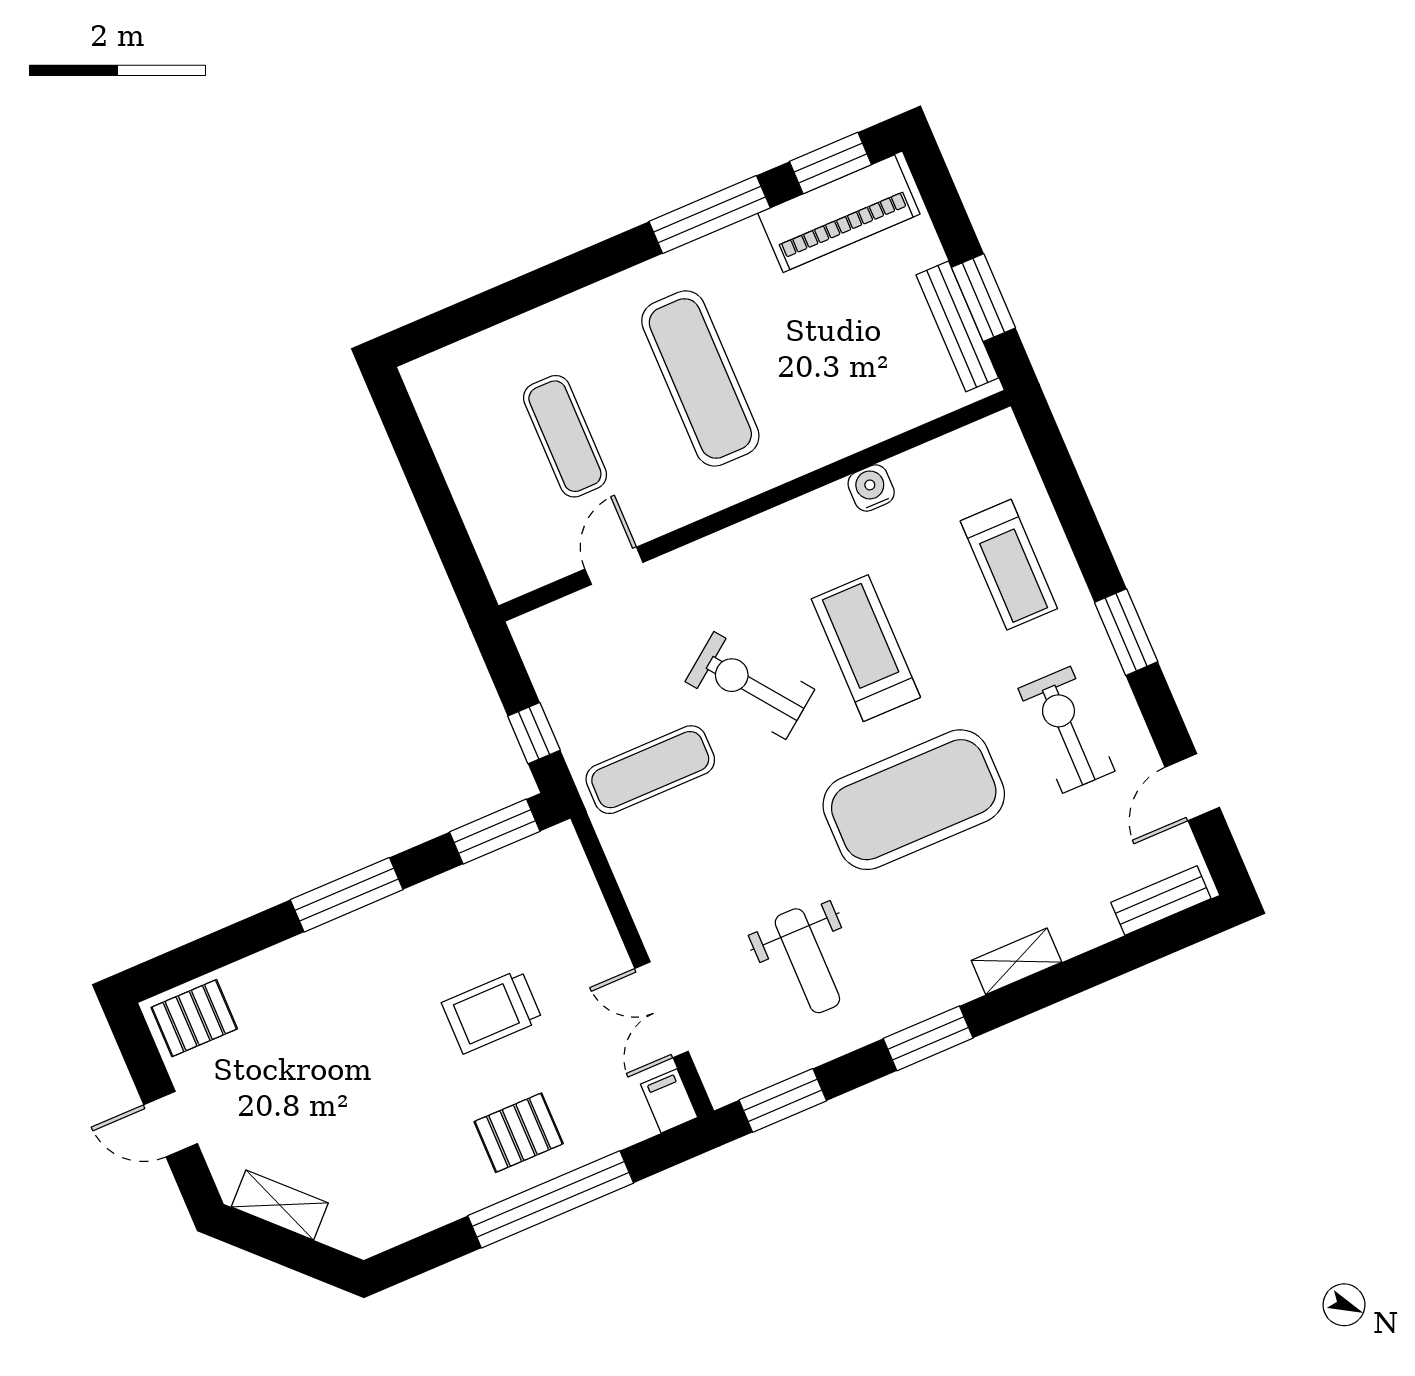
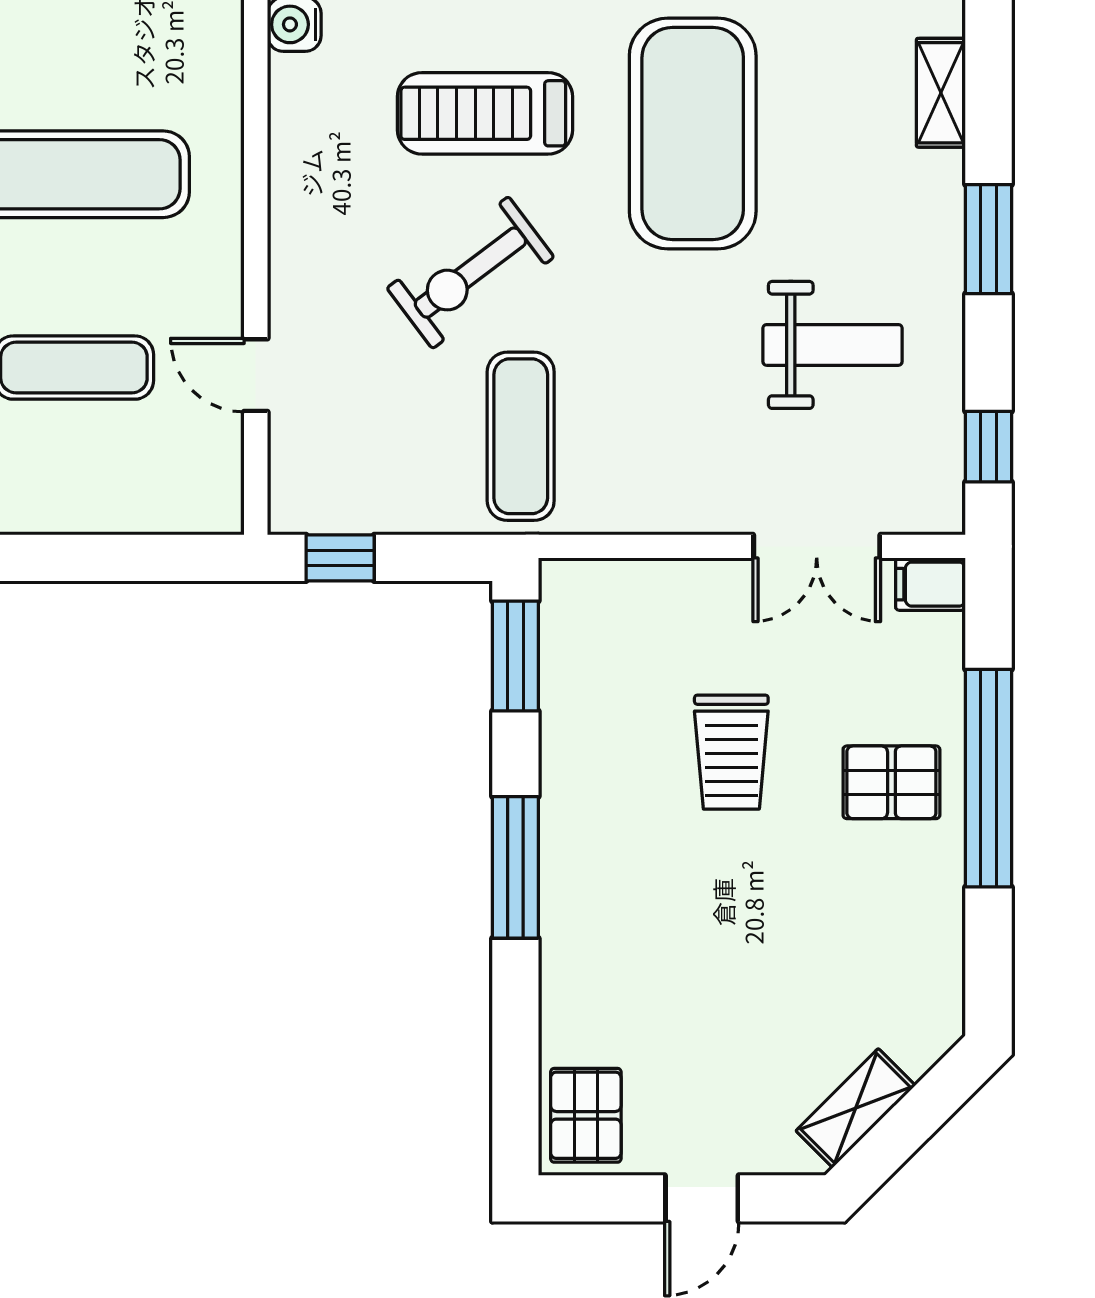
window: (534, 733) -> (340, 558), moved
window: (783, 1100) -> (988, 447), width x0.67
pallet: (519, 1133) -> (891, 782), turned 90

